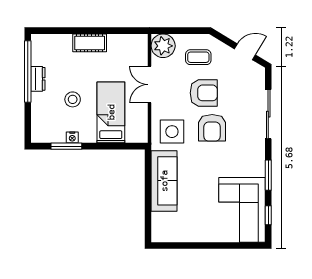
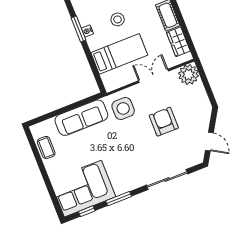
wardrobe: (123, 43) -> (178, 42), added
coffee table: (198, 57) -> (46, 148), moved
armchair: (204, 93) -> (164, 122), turned 180
armchair: (212, 128) -> (139, 139), removed

